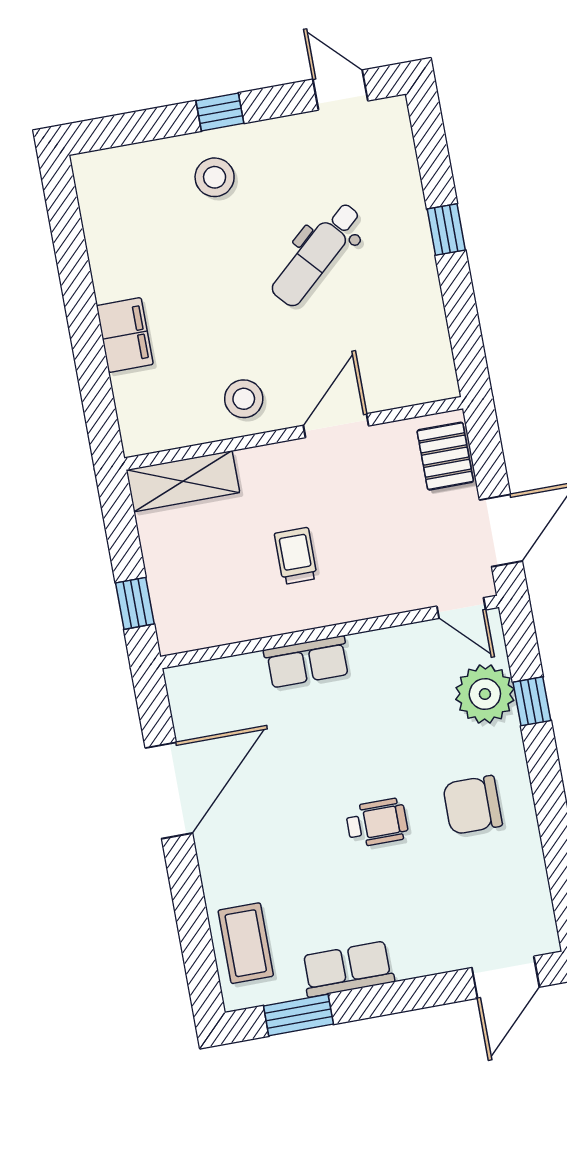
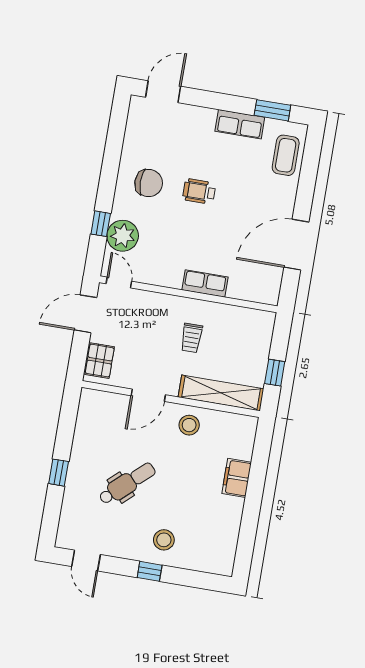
shelving: (183, 481) -> (221, 393), width x1.47
window: (135, 603) -> (275, 373), moved

